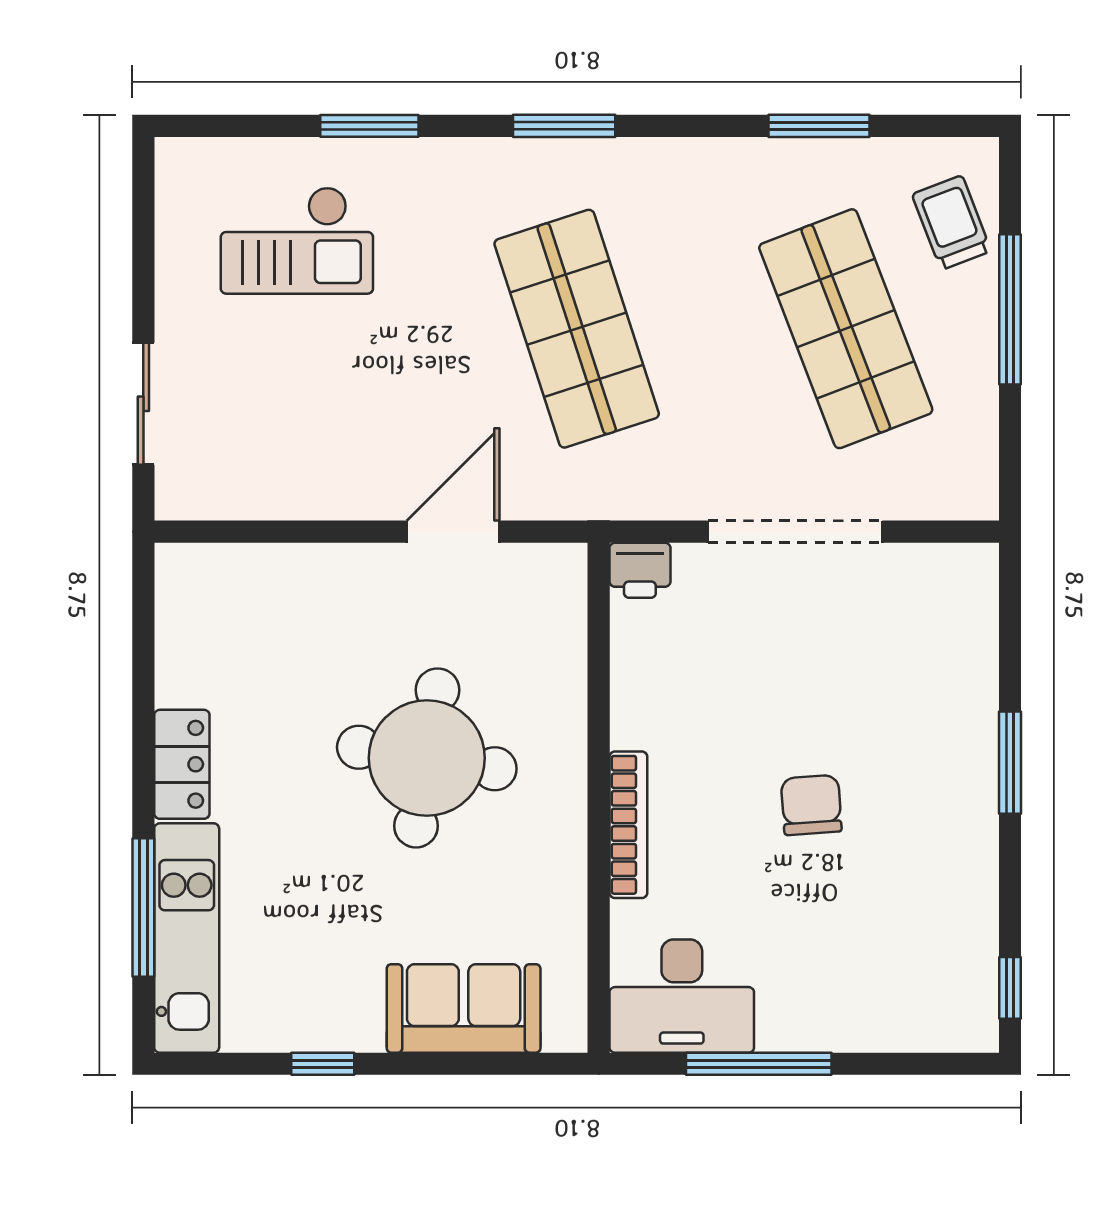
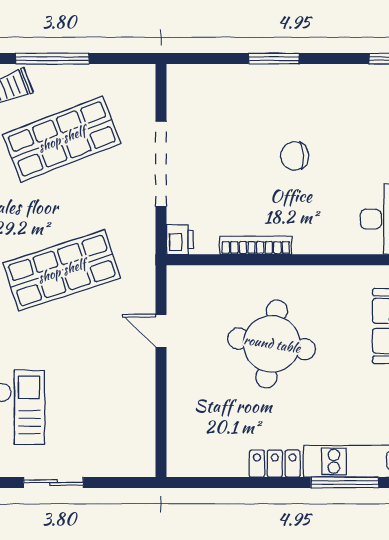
sliding door: (143, 404) -> (53, 483), moved
door: (453, 532) -> (161, 331), width x0.73
bookcase: (628, 825) -> (256, 245), moved

